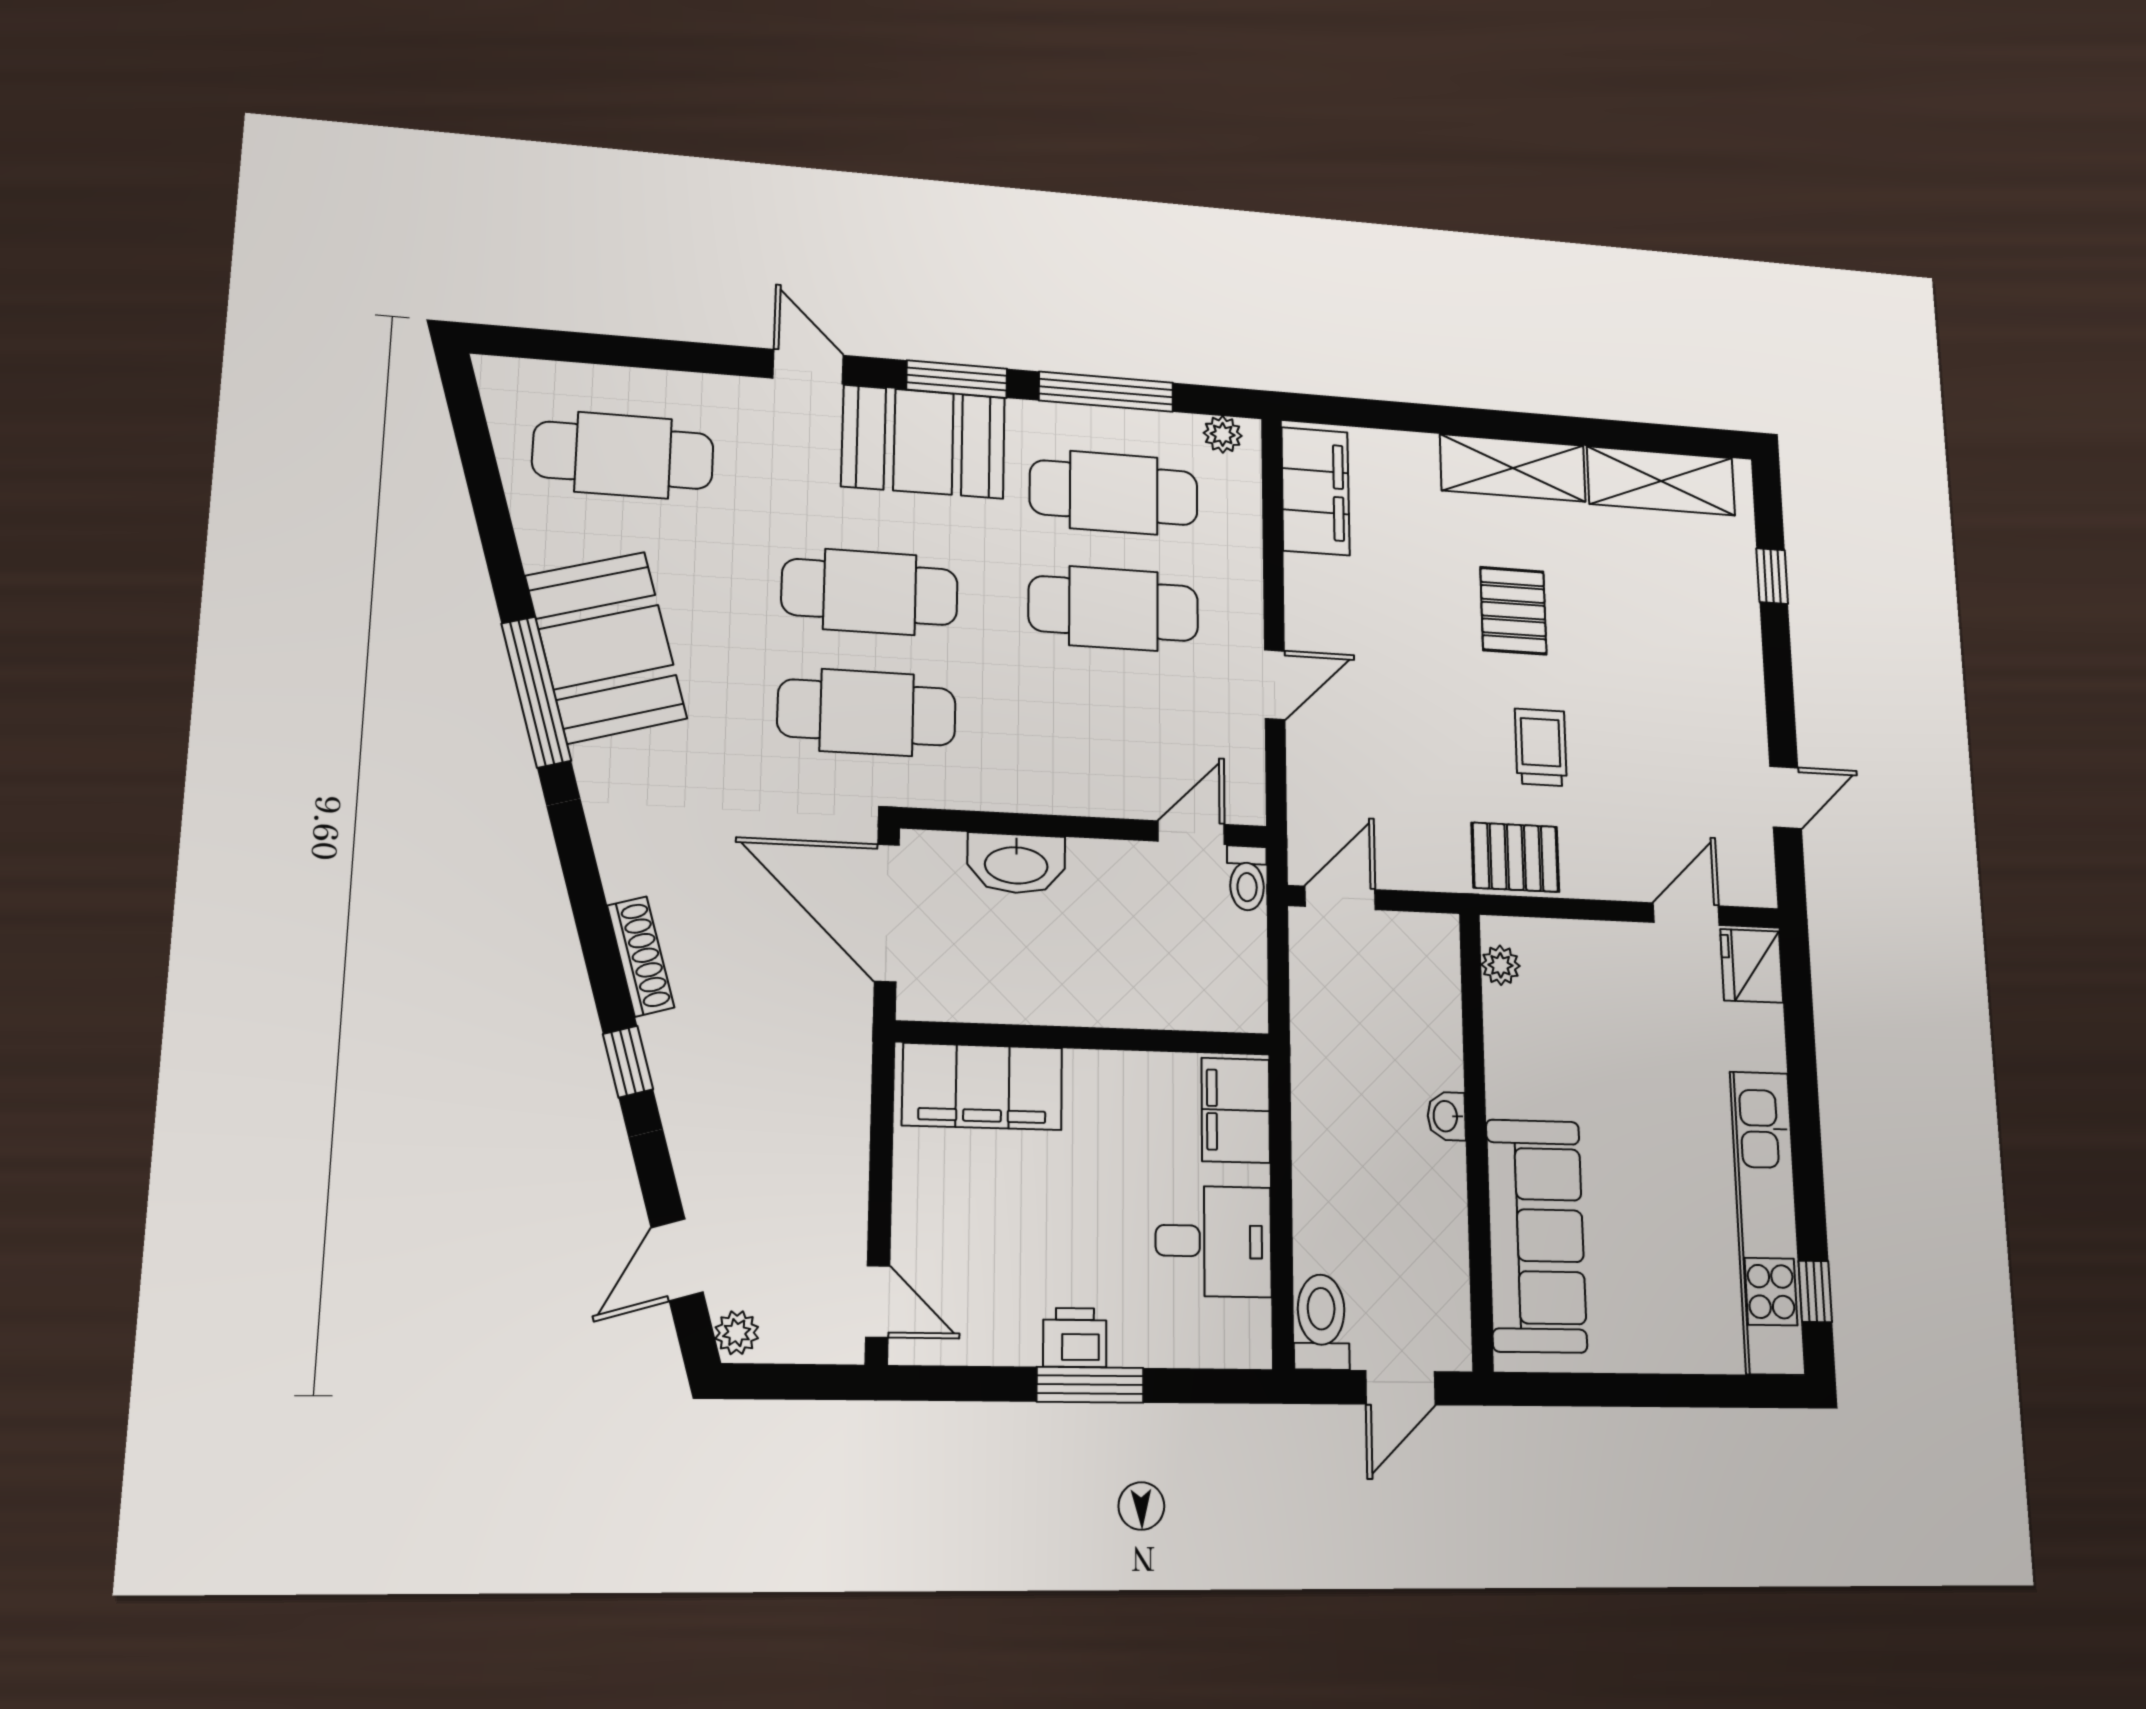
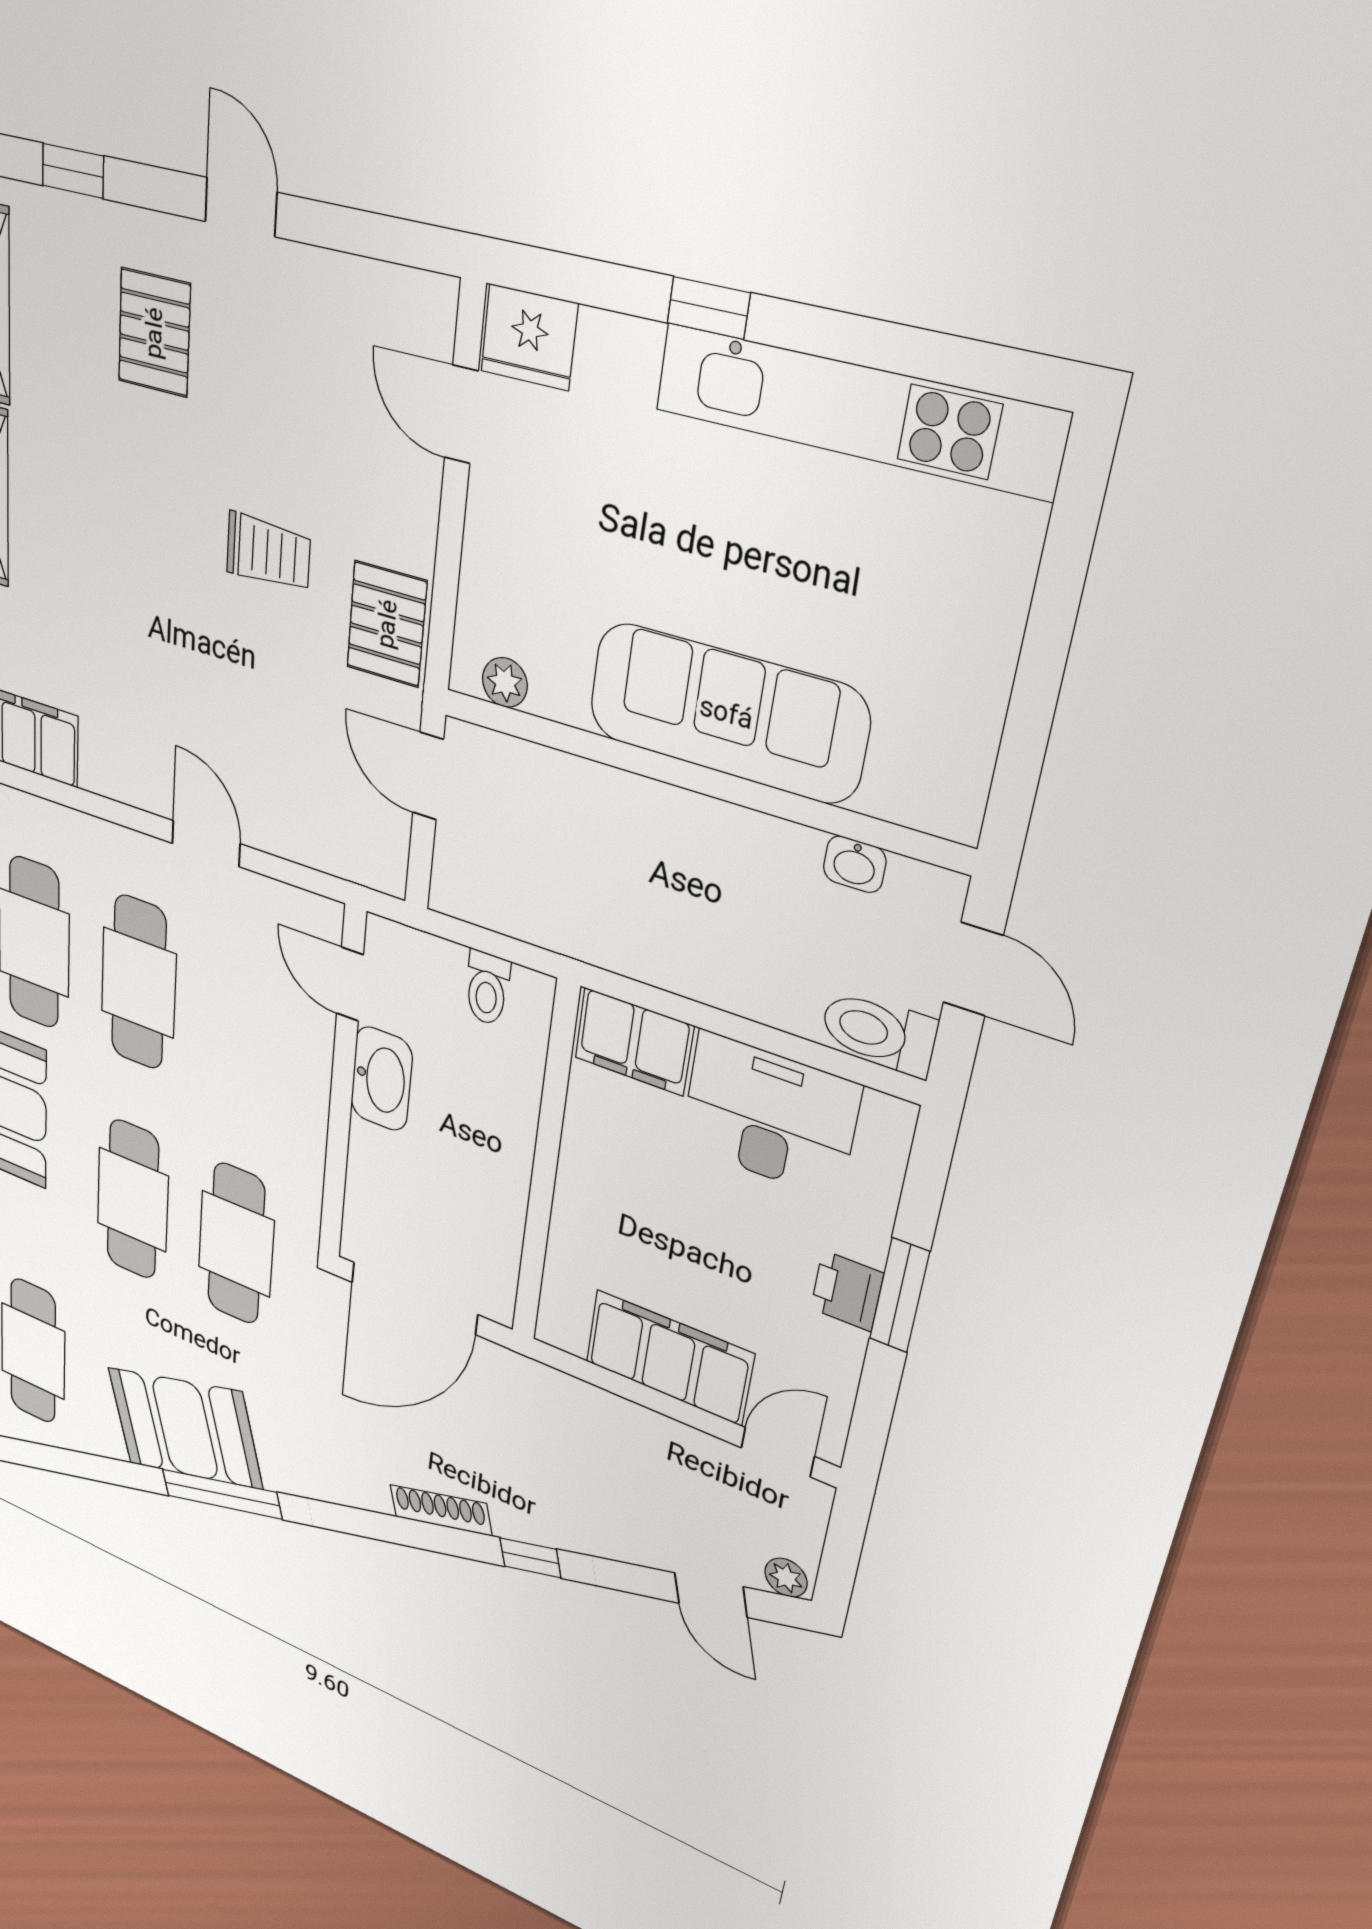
pallet: (1513, 611) -> (154, 333), moved, turned 90
trolley: (1541, 747) -> (268, 552), turned 180
door: (1785, 797) -> (241, 207), moved
washbasin: (1016, 864) -> (381, 1079), moved
toilet: (1247, 878) -> (487, 988), moved, turned 90
door: (1340, 898) -> (428, 776), moved
filing cabinet: (982, 1087) -> (669, 1358), moved, turned -90
washbasin: (1446, 1116) -> (855, 864), moved
sofa: (1536, 1235) -> (727, 713), moved
desk: (1214, 1241) -> (770, 1116), width x1.37
window: (1815, 1291) -> (709, 308), moved

